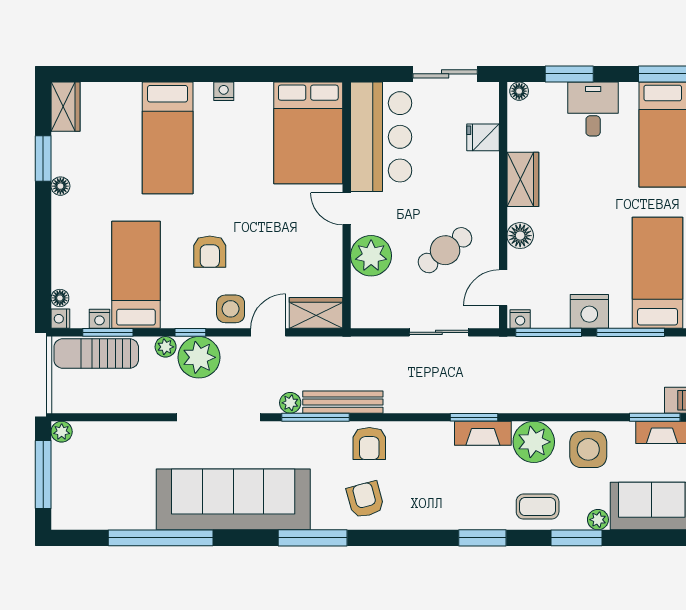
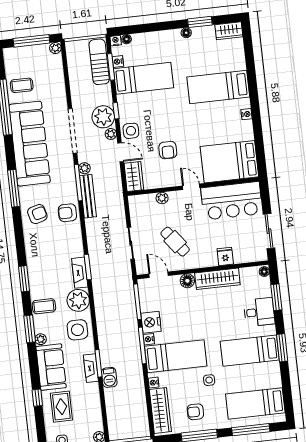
fridge: (483, 137) -> (225, 256), moved
wardrobe: (523, 179) -> (217, 279), width x1.50
door: (347, 209) -> (191, 187), hinge flipped
armchair: (210, 252) -> (168, 150), moved, turned -90
plant: (371, 256) -> (162, 198), width x0.53, depth x0.53
nightstand: (520, 319) -> (149, 339), moved
plant: (166, 347) -> (111, 134), moved
coffee table: (124, 502) -> (22, 85), added
coffee table: (538, 507) -> (44, 306), turned 90

